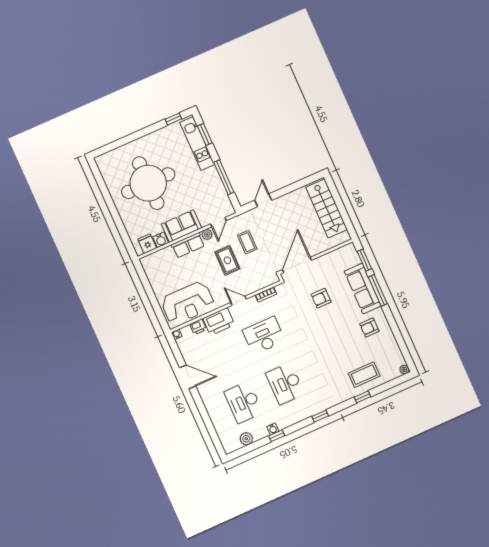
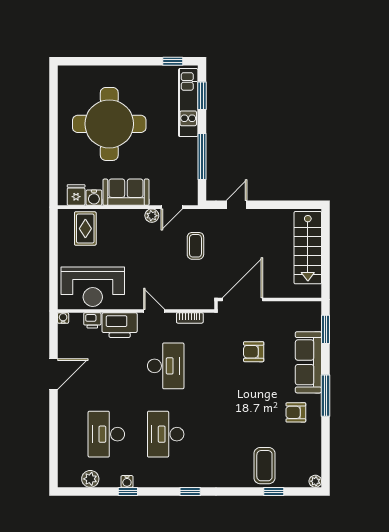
row of seats: (188, 245) -> (124, 218), removed
rug: (227, 260) -> (85, 229), moved
window: (378, 290) -> (326, 396), moved
desk: (264, 336) -> (166, 366), turned 90
coffee table: (364, 375) -> (264, 466), turned 90
door: (188, 377) -> (54, 374), hinge flipped
window: (363, 397) -> (274, 492), moved

